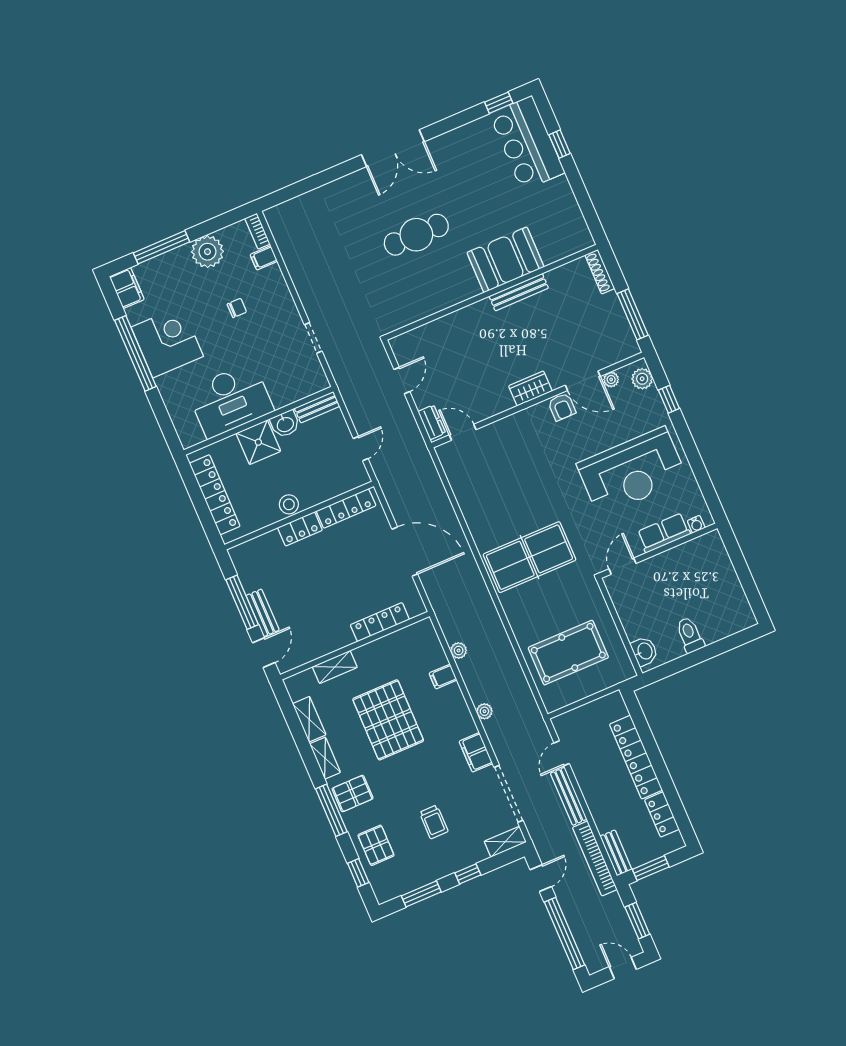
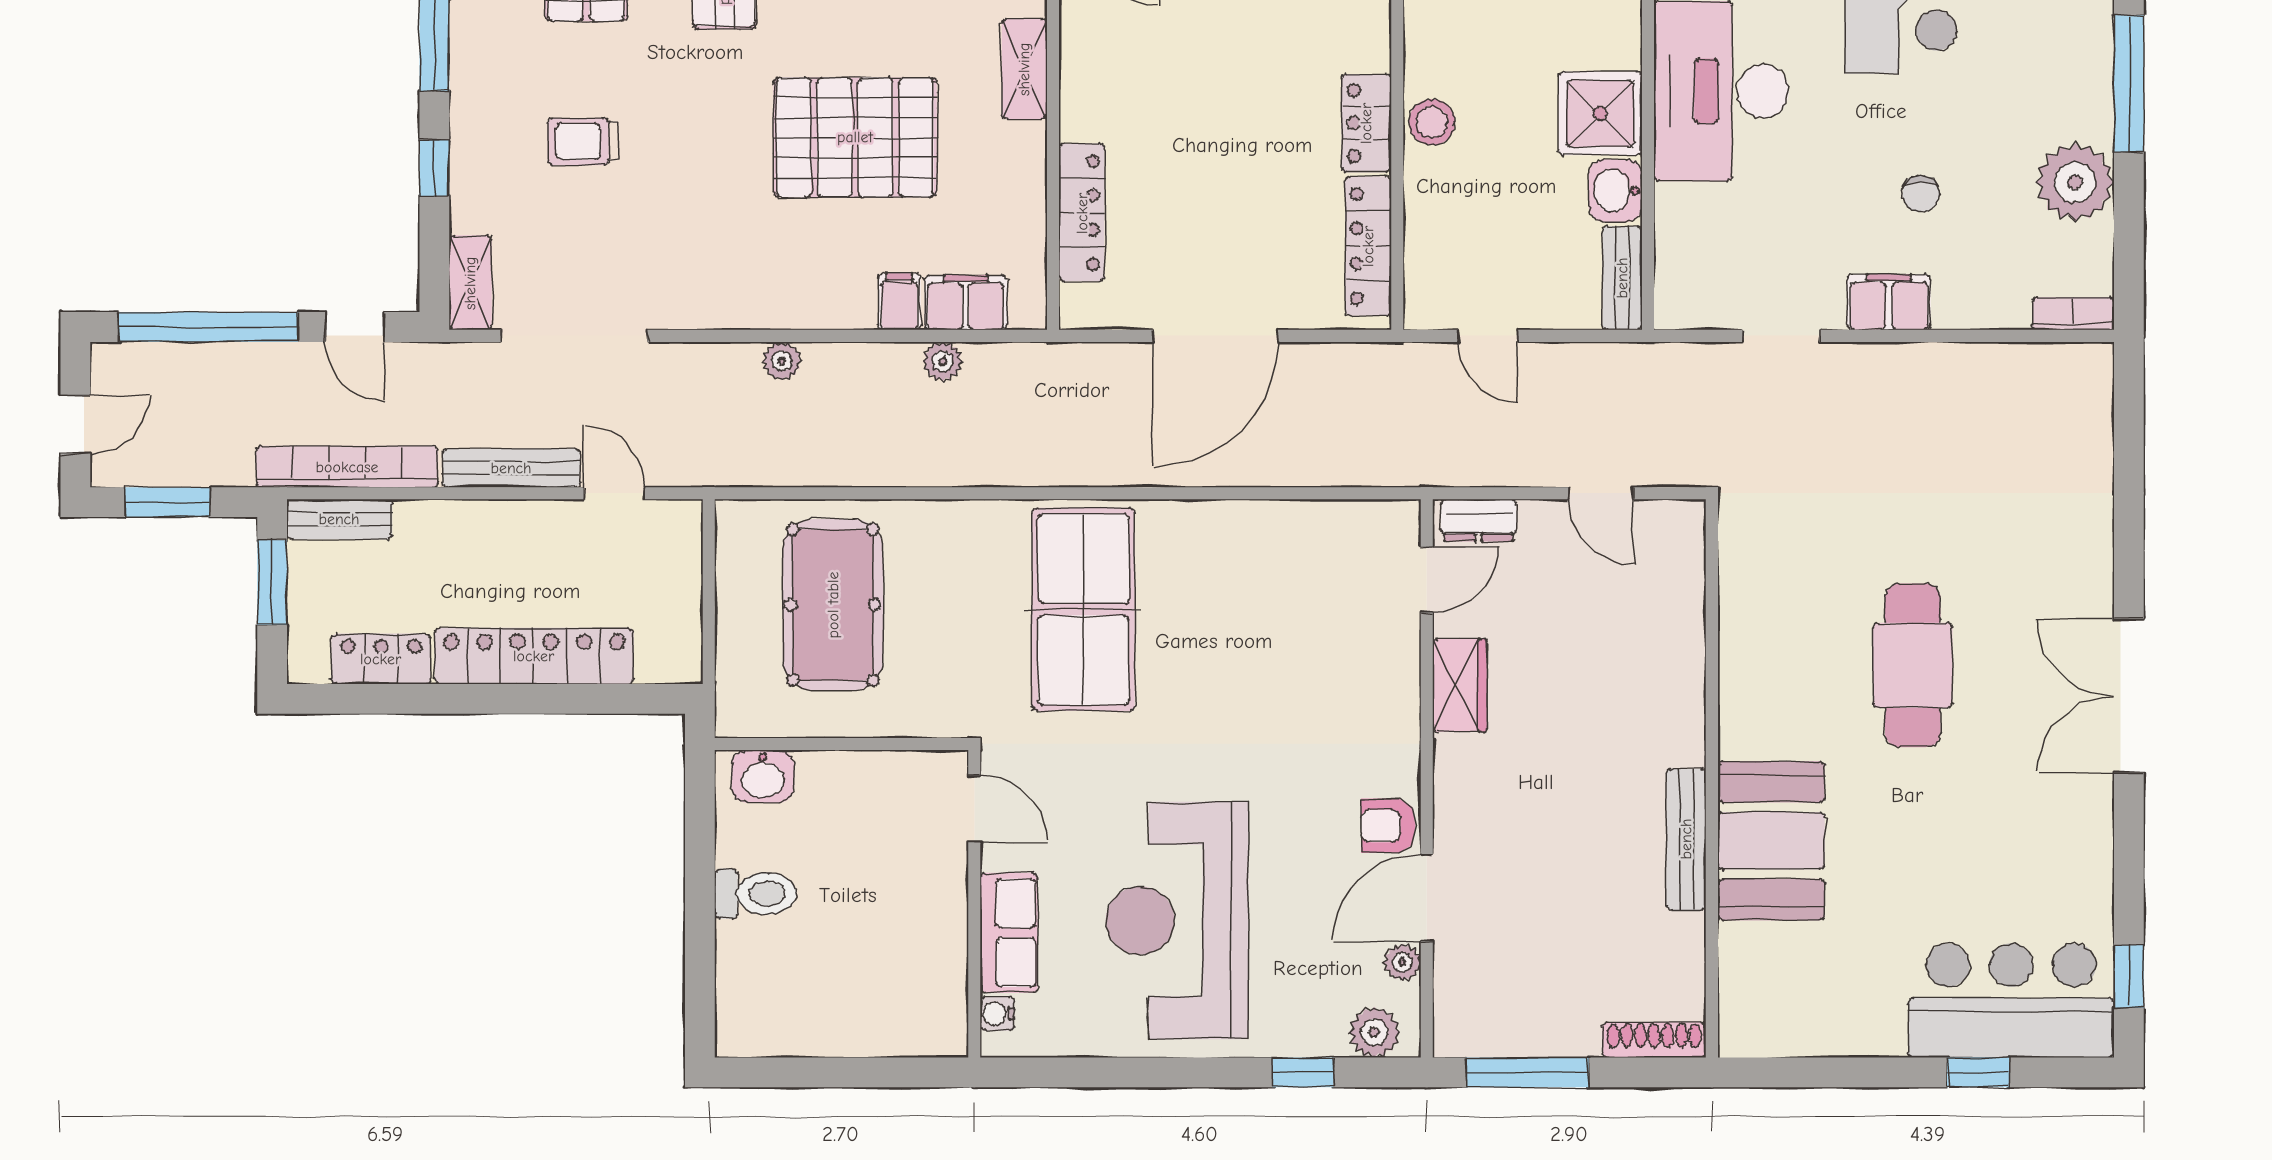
filing cabinet: (264, 258) -> (1889, 302), moved, width x2.00
wardrobe: (530, 389) -> (1460, 685), moved
filing cabinet: (476, 752) -> (966, 303), moved

